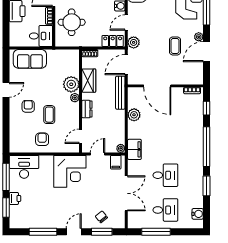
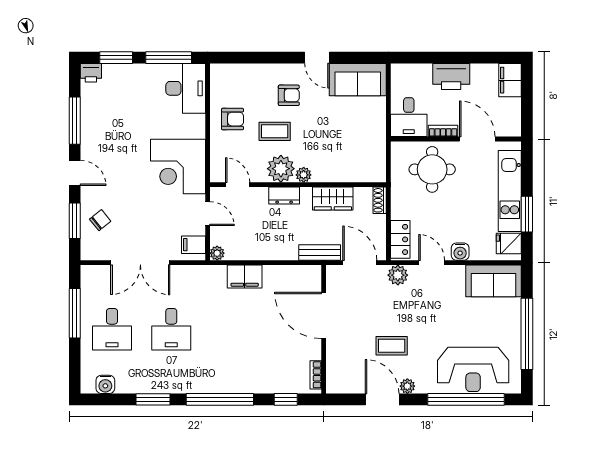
sofa: (30, 59) -> (358, 80), moved, turned -90
plant: (71, 84) -> (281, 169), moved
door: (157, 86) -> (324, 315), hinge flipped
bench: (120, 93) -> (320, 252), width x0.73
plant: (134, 115) -> (274, 276), removed
filing cabinet: (134, 149) -> (245, 277), moved
printer: (15, 198) -> (91, 73), moved

